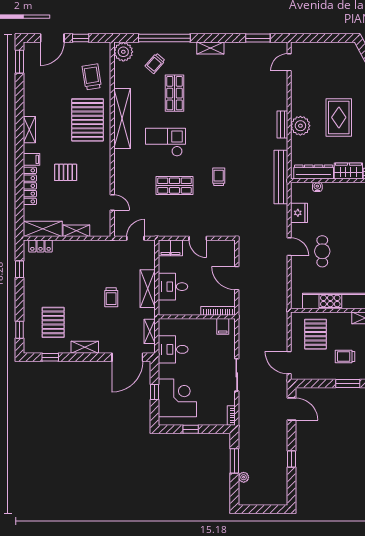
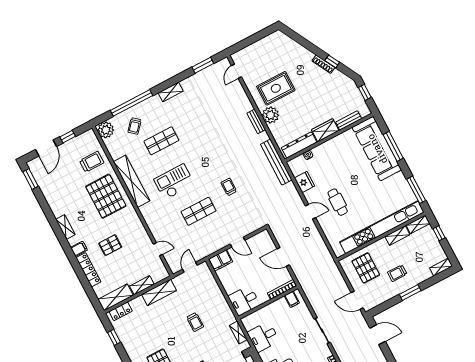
trolley: (92, 77) -> (92, 162), turned 99
shop shelf: (175, 93) -> (161, 141), turned 90
rug: (339, 117) -> (276, 88), moved, turned 90
desk: (173, 287) -> (244, 301), moved
shelving: (148, 289) -> (159, 292), moved, turned 90

